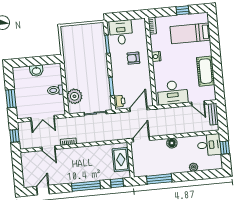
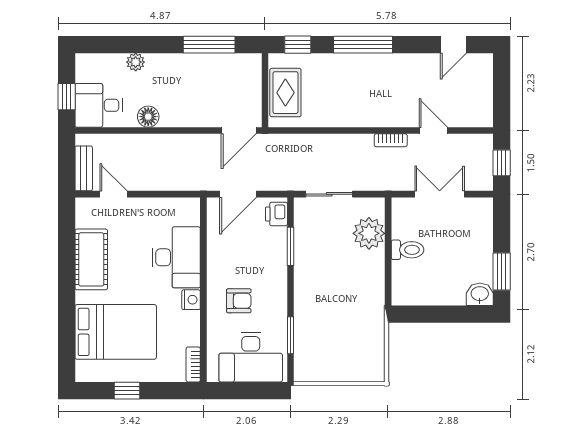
desk: (121, 32) -> (251, 357), width x1.37
bed: (190, 33) -> (116, 332), width x1.50
washbasin: (36, 71) -> (480, 294), moved
desk: (173, 93) -> (176, 257), moved, turned 90
window: (11, 99) -> (502, 271), moved
floor lamp: (172, 143) -> (148, 117), moved

